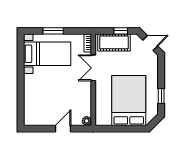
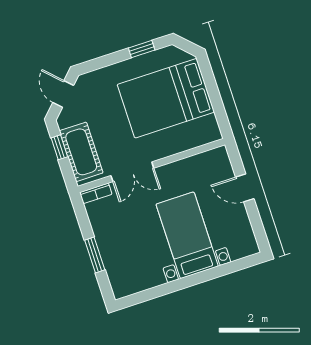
bed with nightstands: (47, 54) -> (187, 235), moved
plant: (87, 121) -> (220, 154), removed

